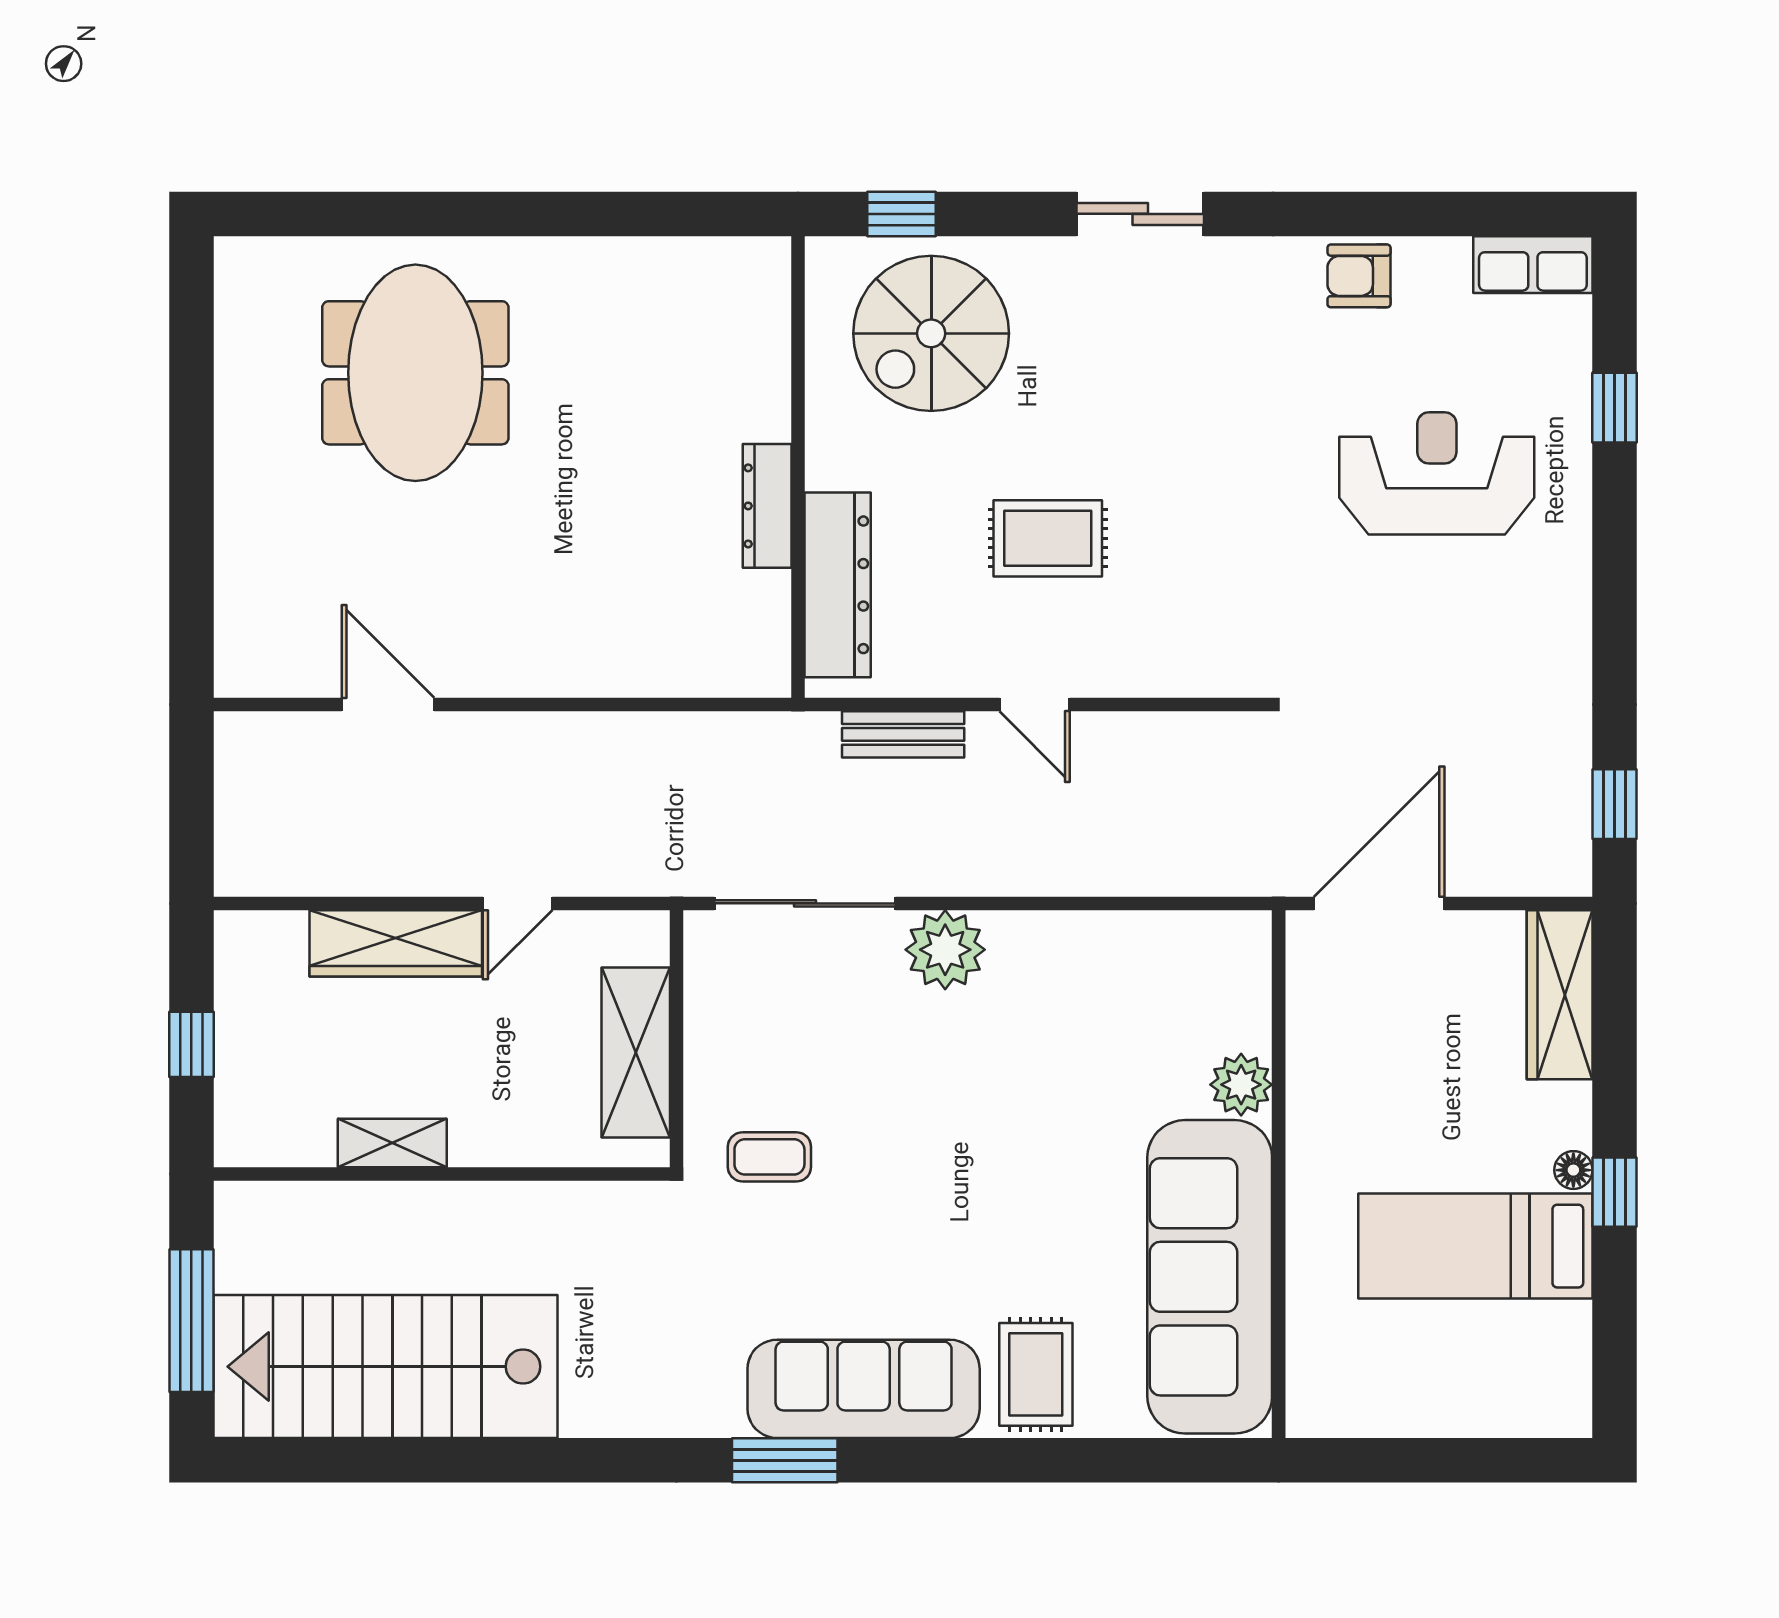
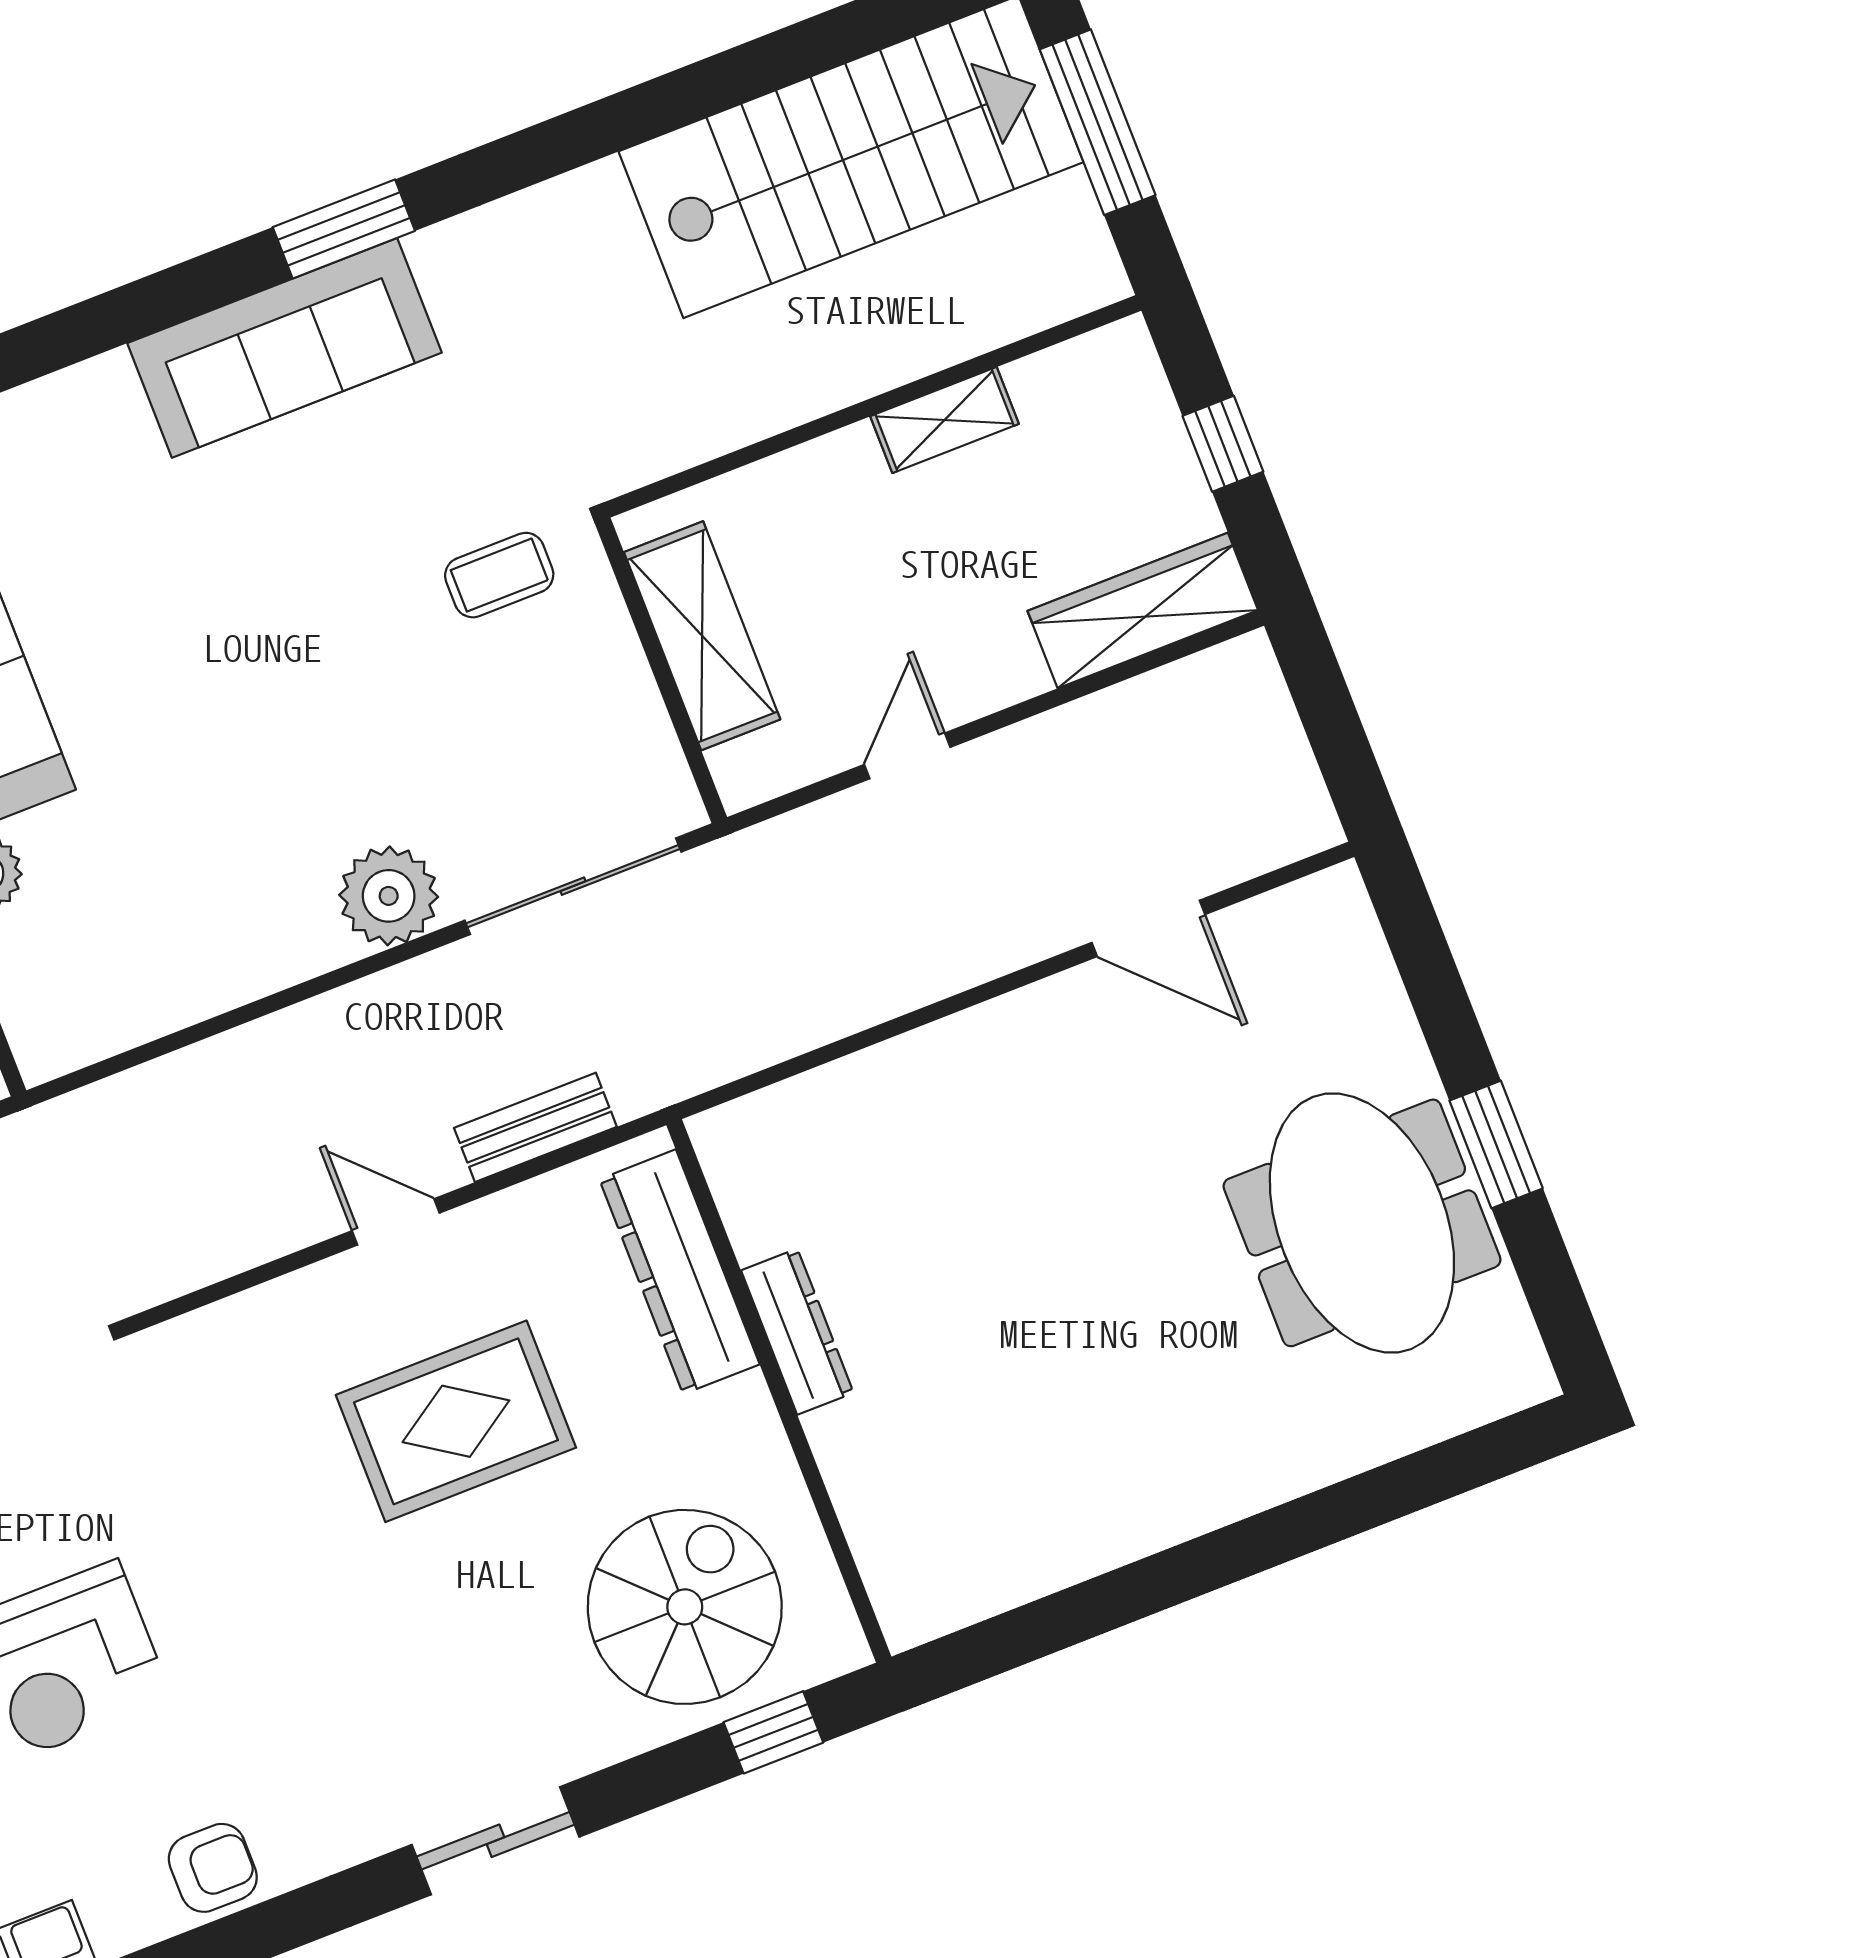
meeting table: (415, 373) -> (1362, 1223), moved
window: (191, 442) -> (1496, 1144), added
rug: (1048, 538) -> (456, 1421), width x1.36, depth x1.43
wardrobe: (396, 943) -> (1143, 610), moved
rug: (1036, 1374) -> (91, 443), removed

